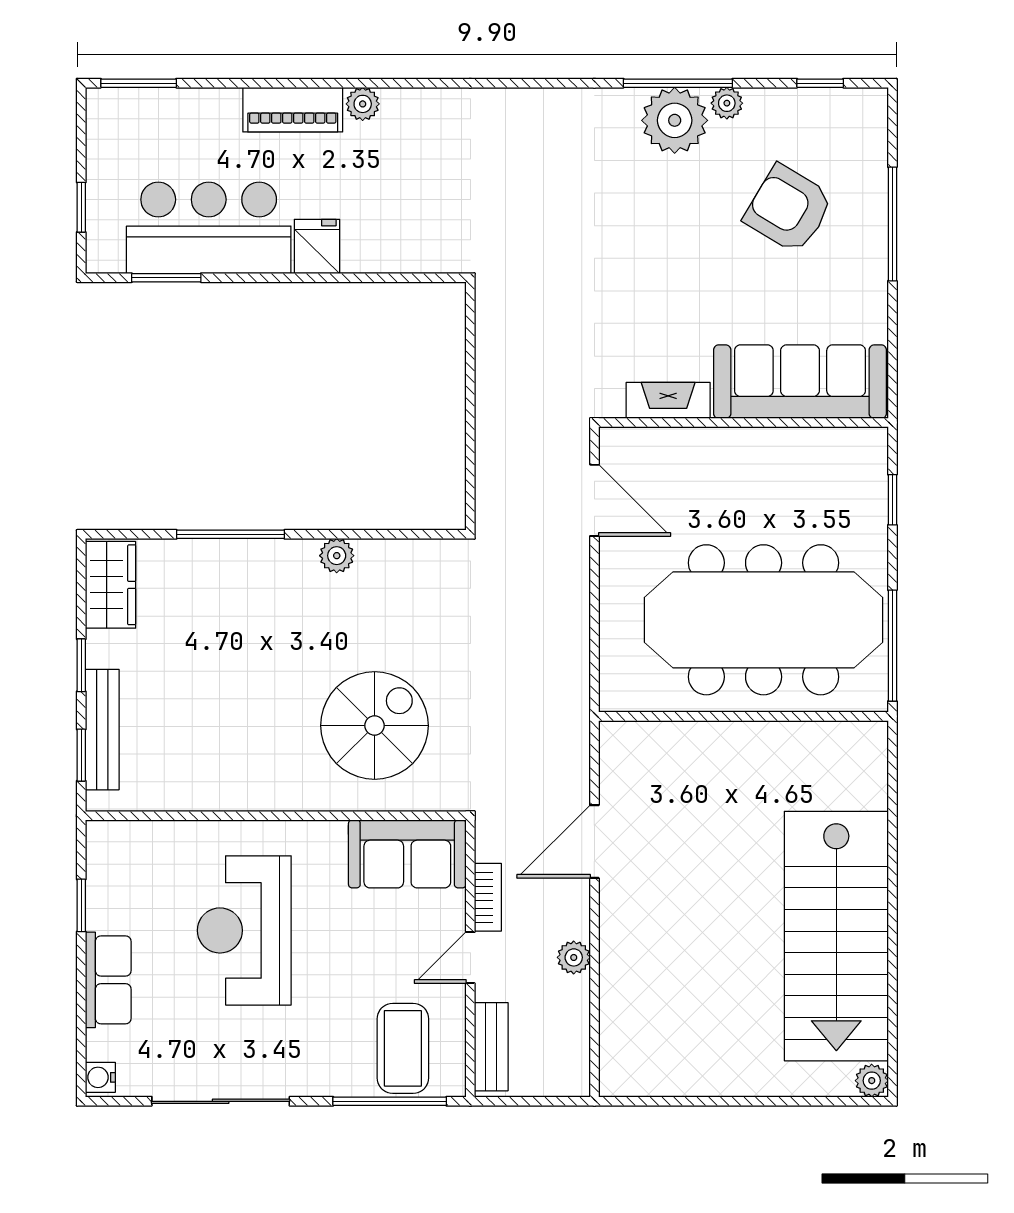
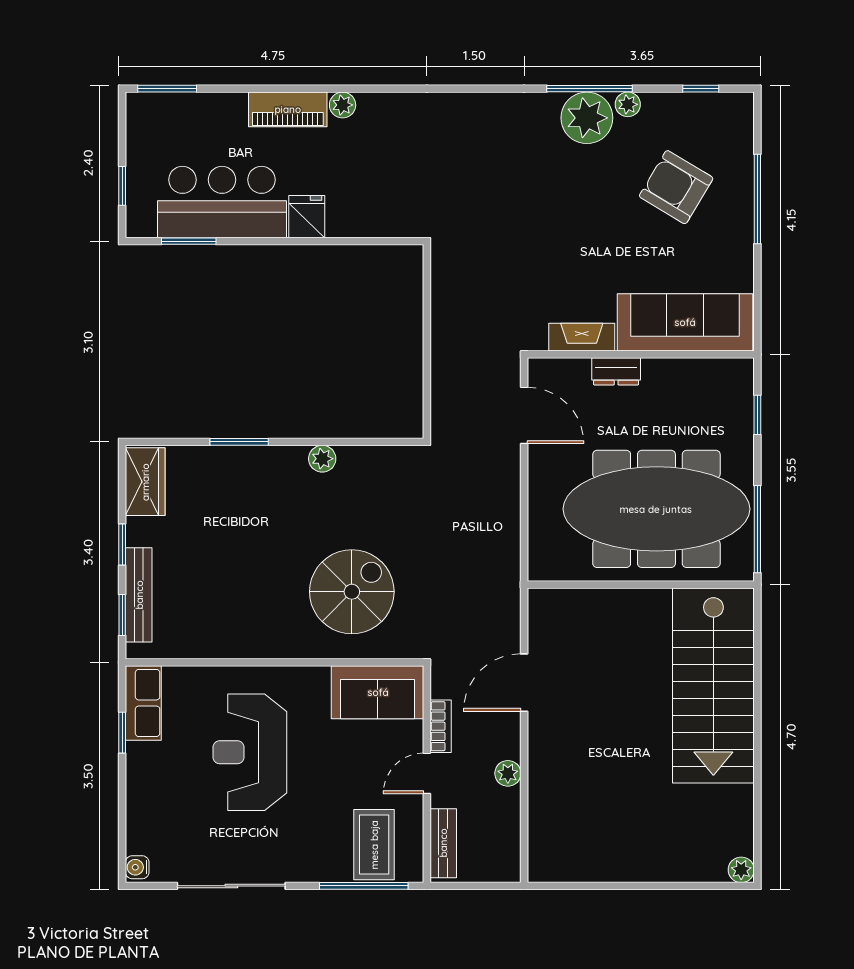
dresser: (712, 444) -> (616, 371), added
window: (230, 534) -> (239, 442), width x0.69
stairs: (836, 936) -> (713, 686), moved
row of seats: (108, 980) -> (143, 703), moved

